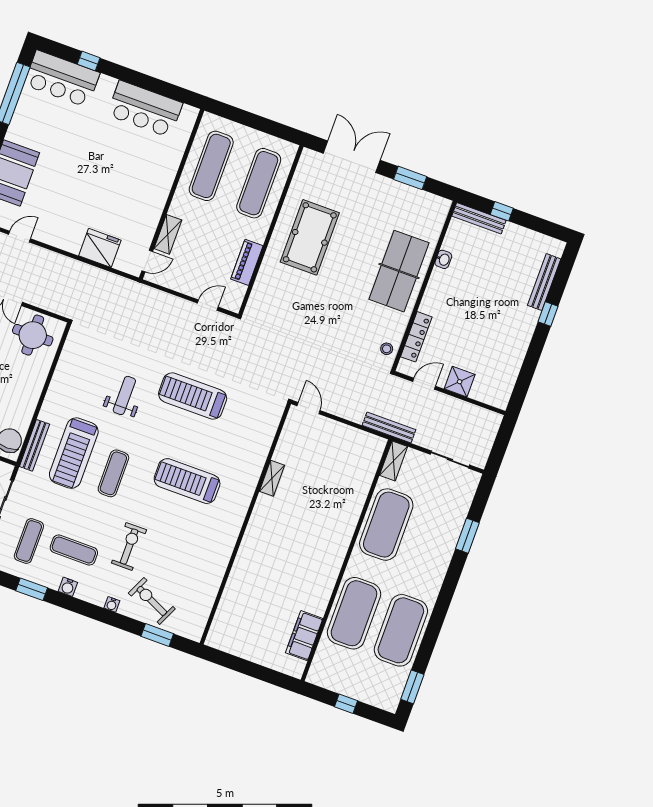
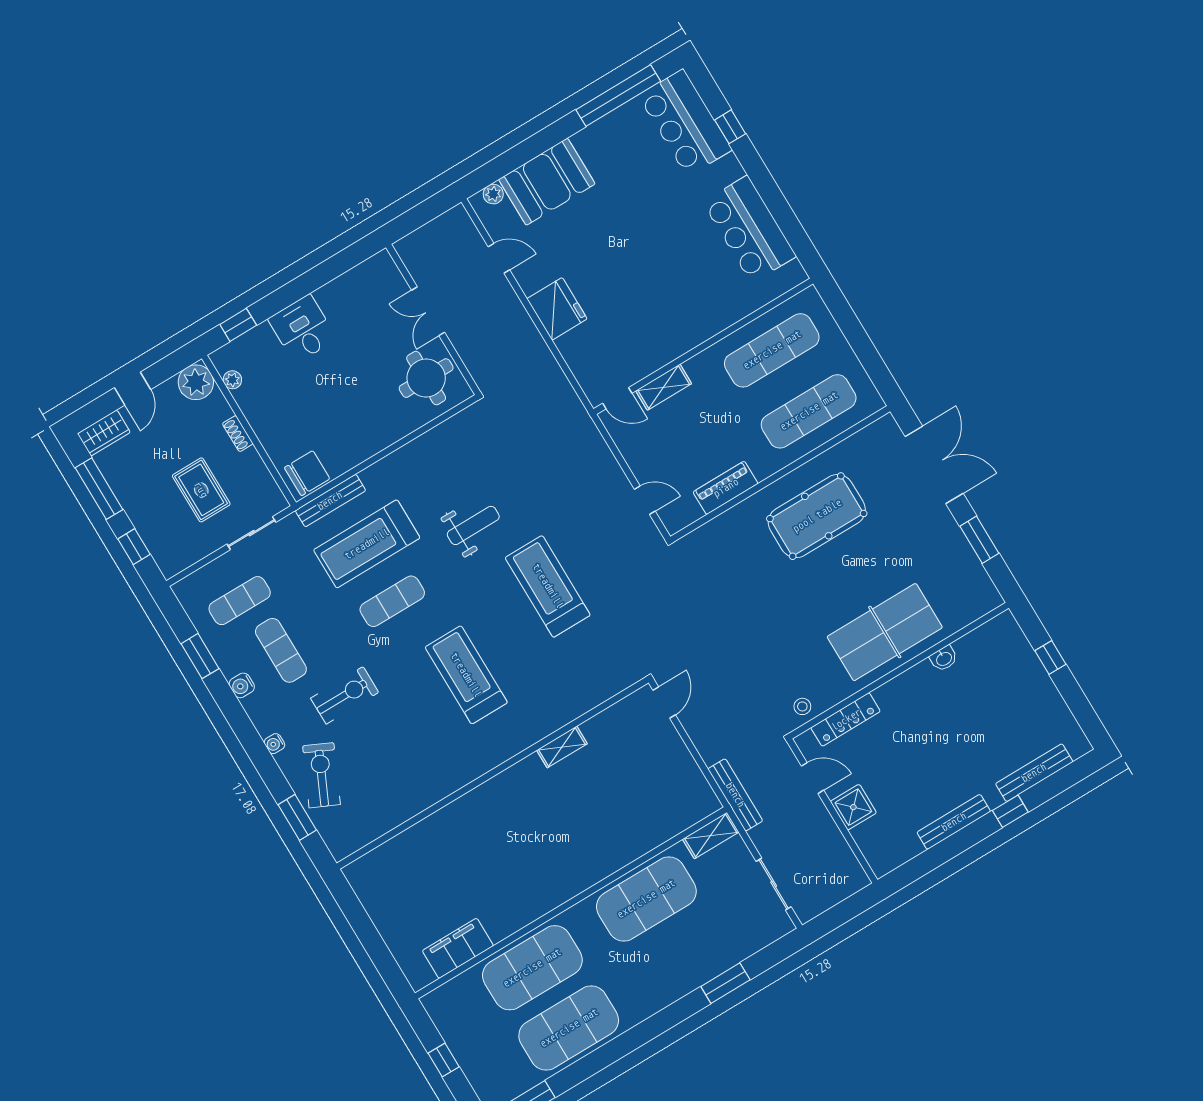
bench: (479, 218) -> (954, 822), moved, turned 90
fridge: (100, 248) -> (557, 309), moved

